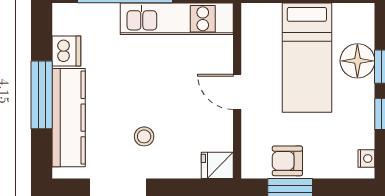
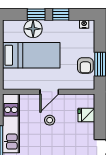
stool: (144, 136) -> (50, 120), moved
fridge: (217, 165) -> (86, 115), moved, turned 90

